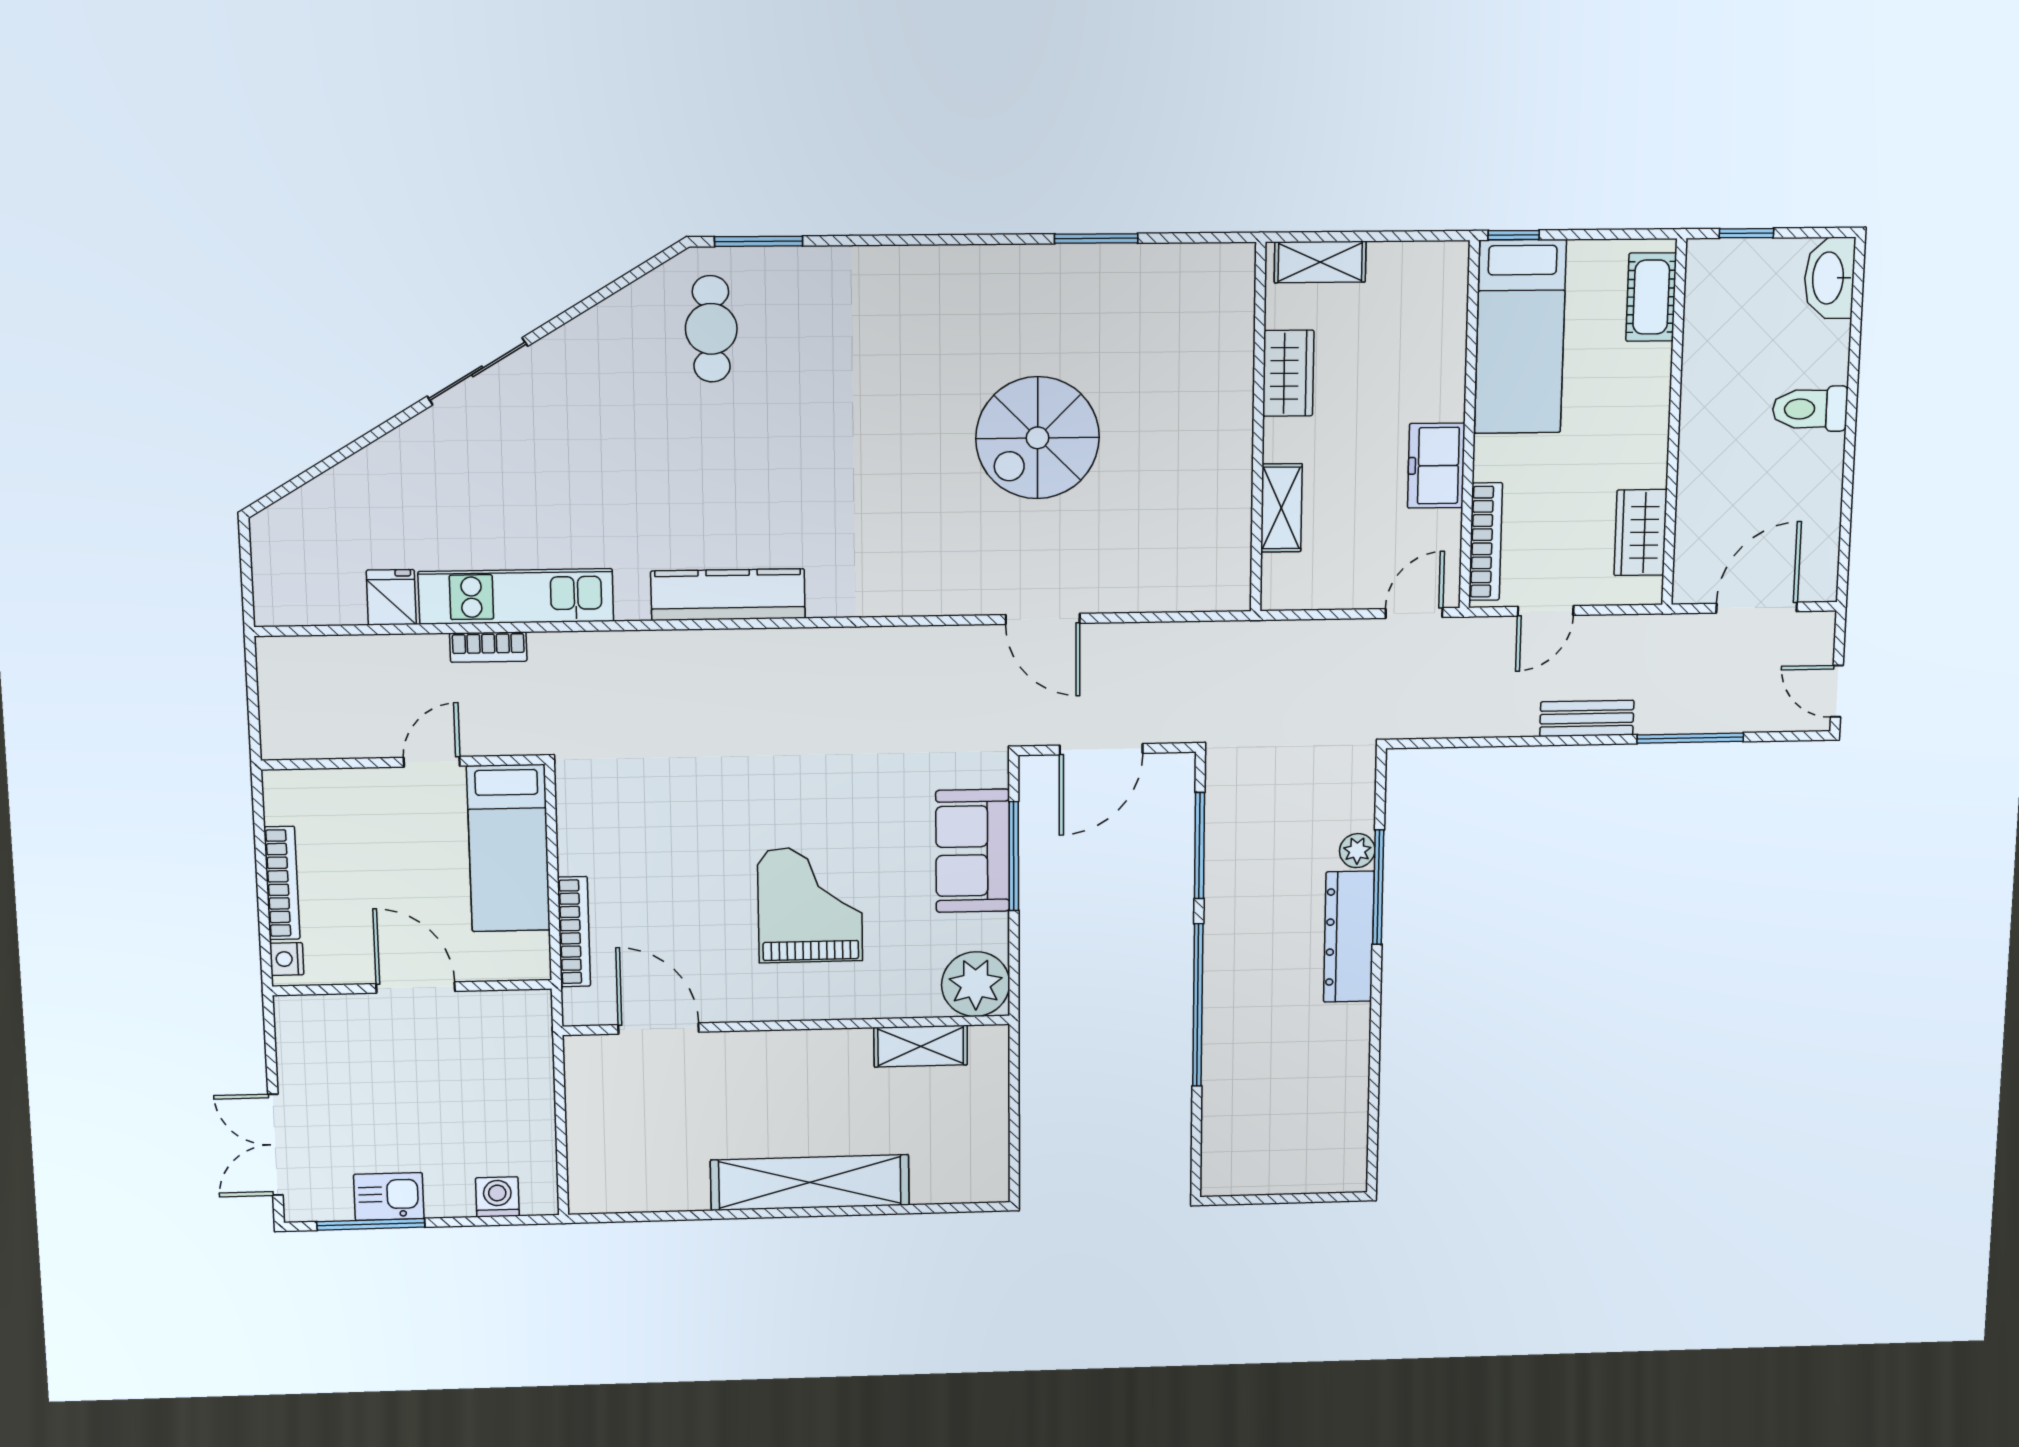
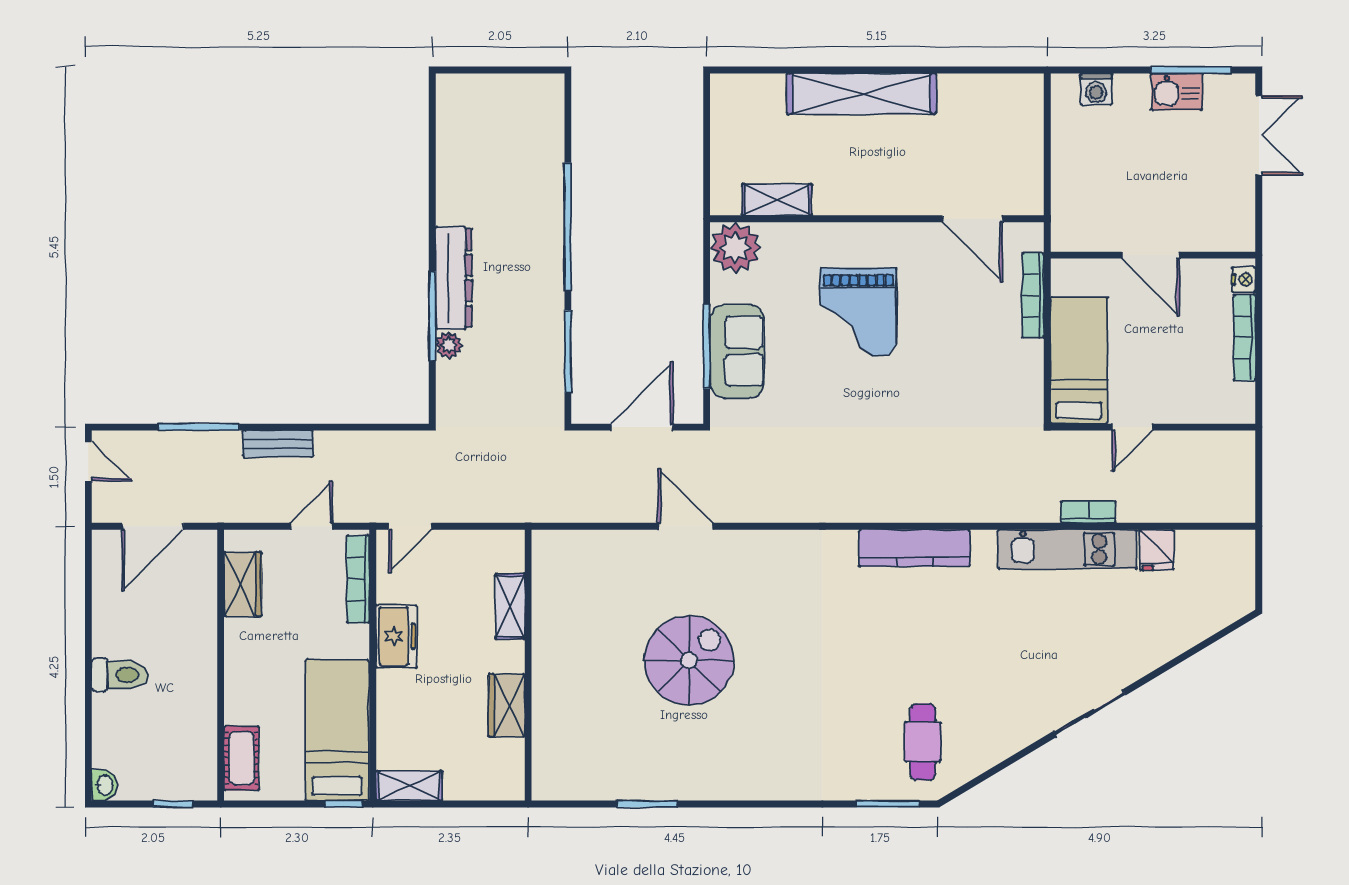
shelving: (1320, 262) -> (409, 786), moved
washbasin: (1829, 278) -> (104, 785), width x0.52, depth x0.69

